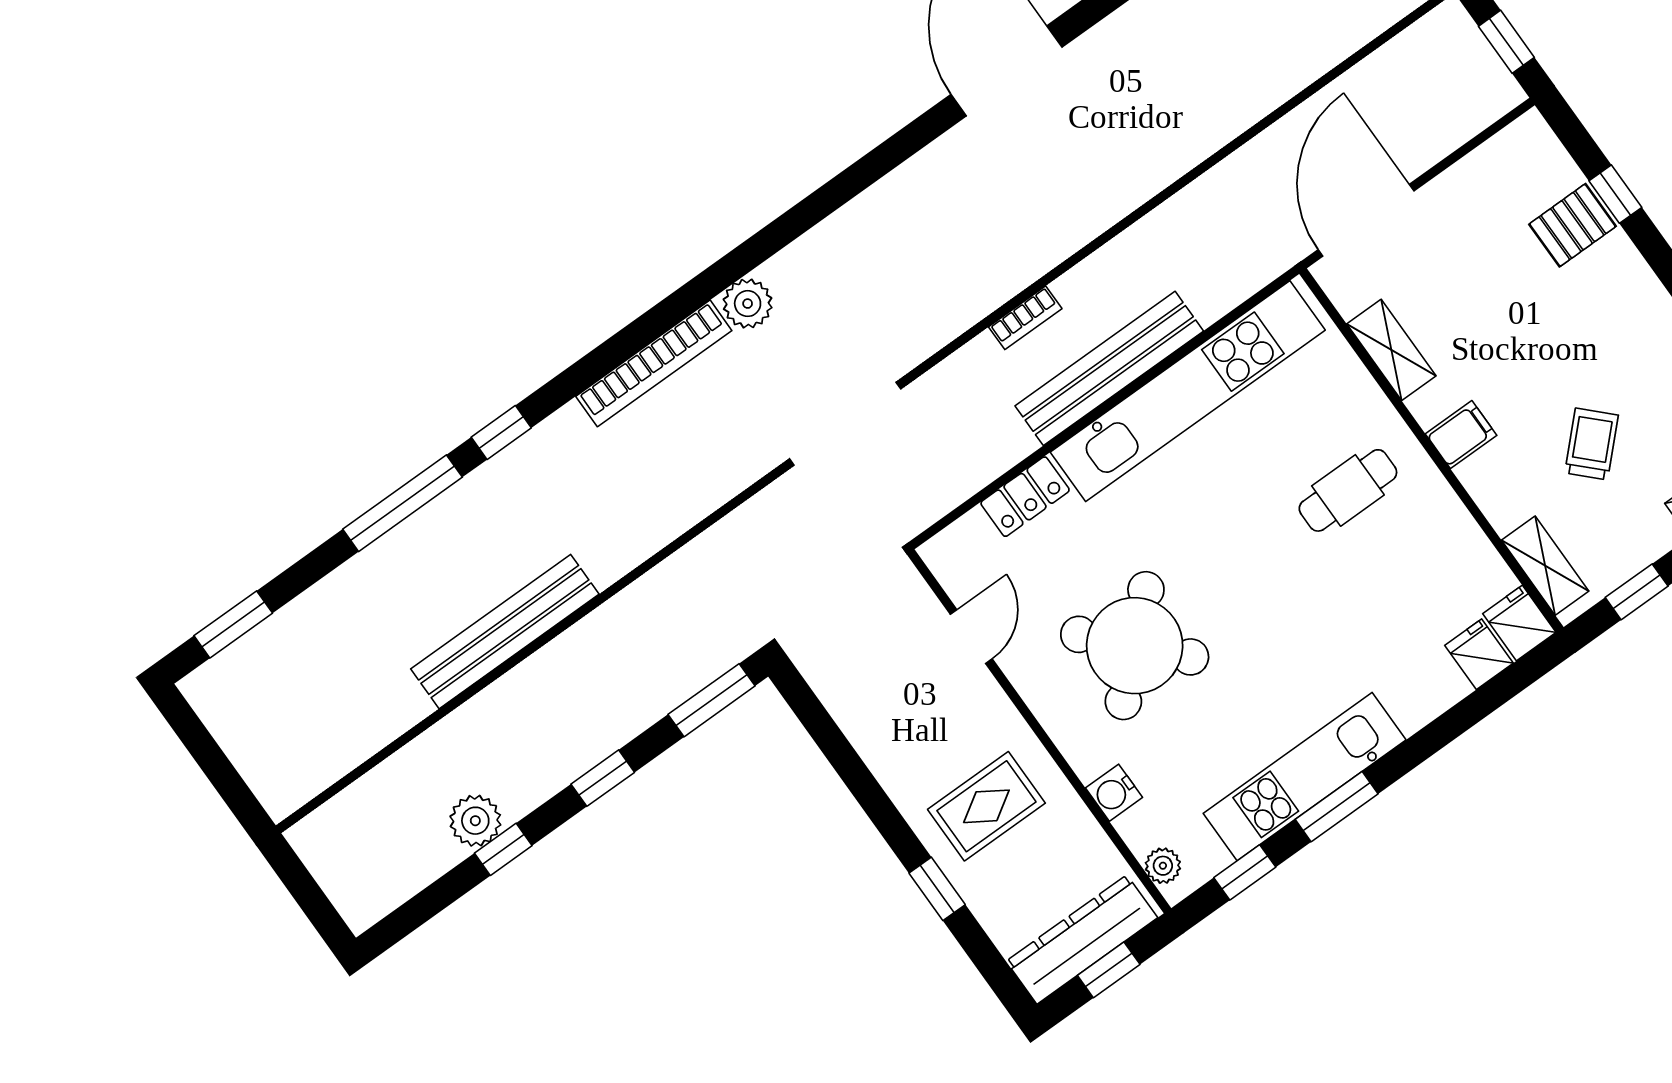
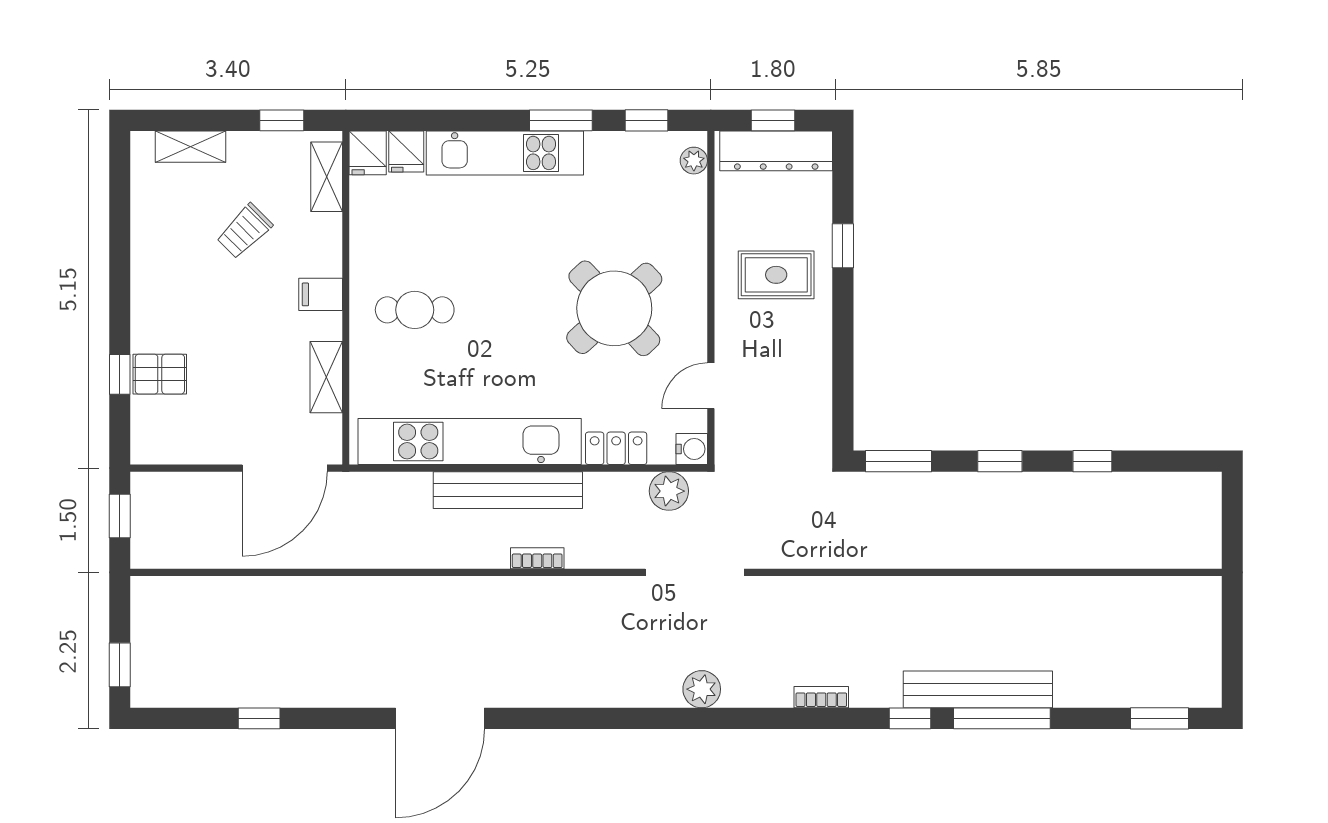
bookcase: (654, 363) -> (821, 697), width x0.43, depth x0.76
bench: (505, 632) -> (978, 689), moved
kitchen unit: (1305, 777) -> (505, 153), moved
water cooler: (1114, 793) -> (692, 449), moved
plant: (475, 821) -> (669, 491), moved

